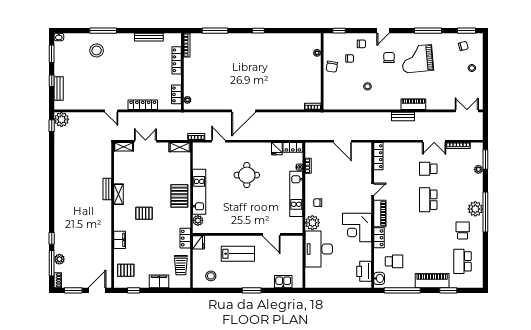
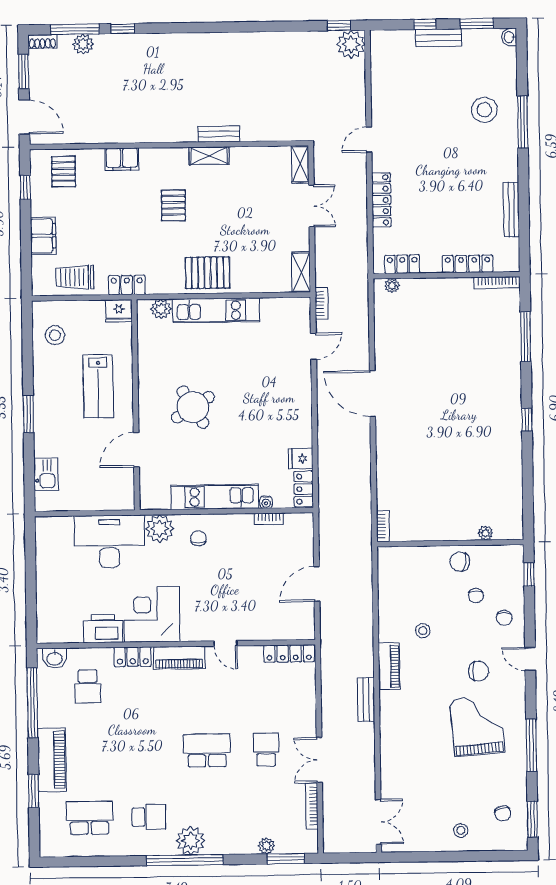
bench: (59, 89) -> (439, 38), moved
piano: (413, 104) -> (389, 666), moved
round table: (247, 175) -> (193, 407), moved, turned -32
printer: (364, 271) -> (103, 629), moved

